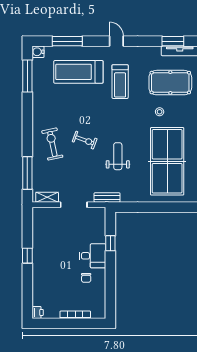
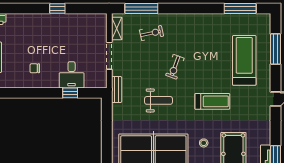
water cooler: (38, 52) -> (265, 19), removed
treadmill: (120, 82) -> (212, 101), moved, turned 180
exercise bike: (52, 144) -> (151, 33), moved, width x0.73, depth x0.72
desk: (93, 256) -> (72, 75), moved

